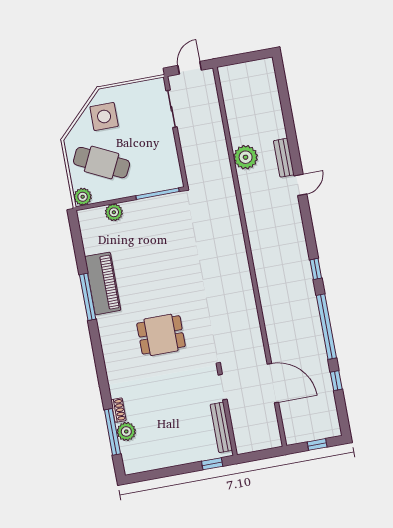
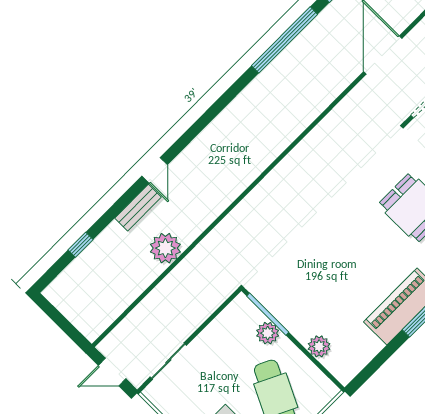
door: (300, 185) -> (155, 170), swing flipped
plant: (83, 197) -> (268, 333), moved
window: (316, 269) -> (80, 245), moved

